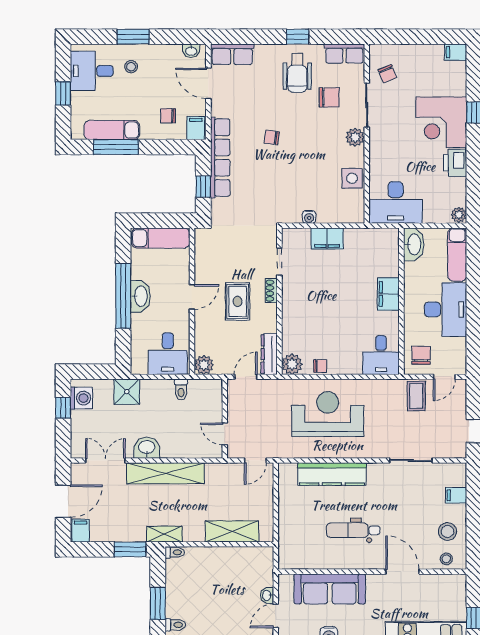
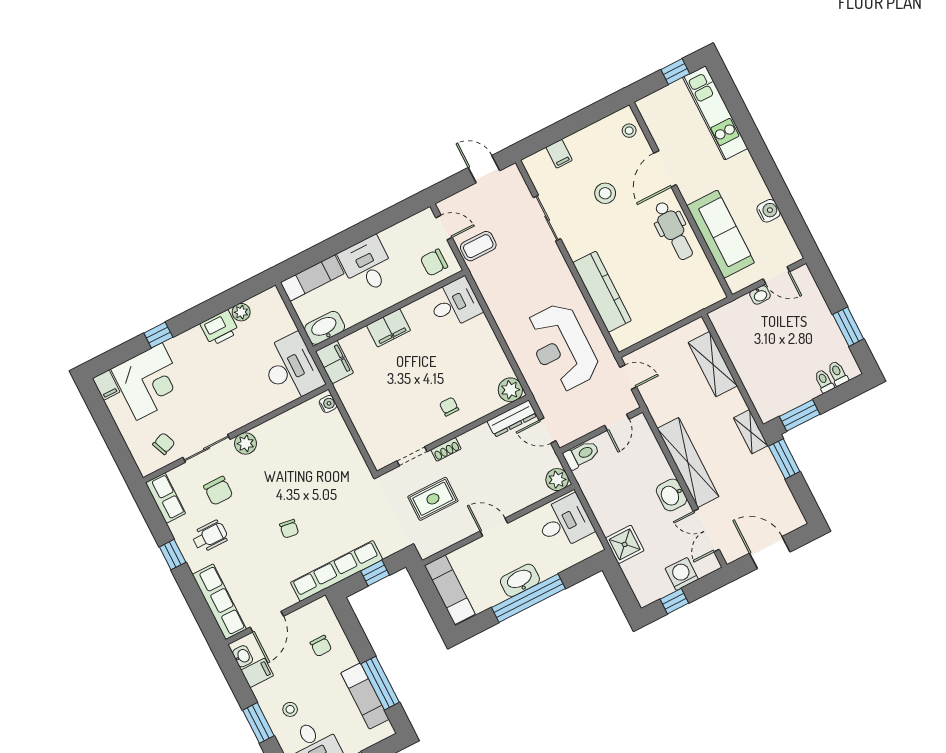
row of seats: (232, 54) -> (219, 602), width x1.48
wheelchair: (297, 73) -> (210, 536), width x0.73, depth x0.73
chair: (329, 97) -> (218, 491), turned 180
corner desk: (441, 122) -> (149, 382), moved
filing cabinet: (196, 128) -> (257, 673), moved, turned 180
side table: (352, 178) -> (289, 425), removed
plant: (459, 215) -> (241, 312), moved
water cooler: (309, 217) -> (328, 404), moved
filing cabinet: (327, 239) -> (334, 362), moved
rug: (238, 301) -> (433, 499), moved
desk: (445, 309) -> (367, 265), width x0.73
chair: (320, 366) -> (449, 407), moved
toilet: (181, 390) -> (581, 455), moved, width x1.37, depth x1.39
washing machine: (81, 398) -> (682, 574), moved
reception desk: (328, 414) -> (562, 347), moved
dental chair: (353, 530) -> (673, 231), moved
filing cabinet: (80, 531) -> (791, 519), removed
stool: (447, 532) -> (605, 193), moved
toilet: (175, 552) -> (824, 381), moved
window: (158, 603) -> (800, 415), moved

